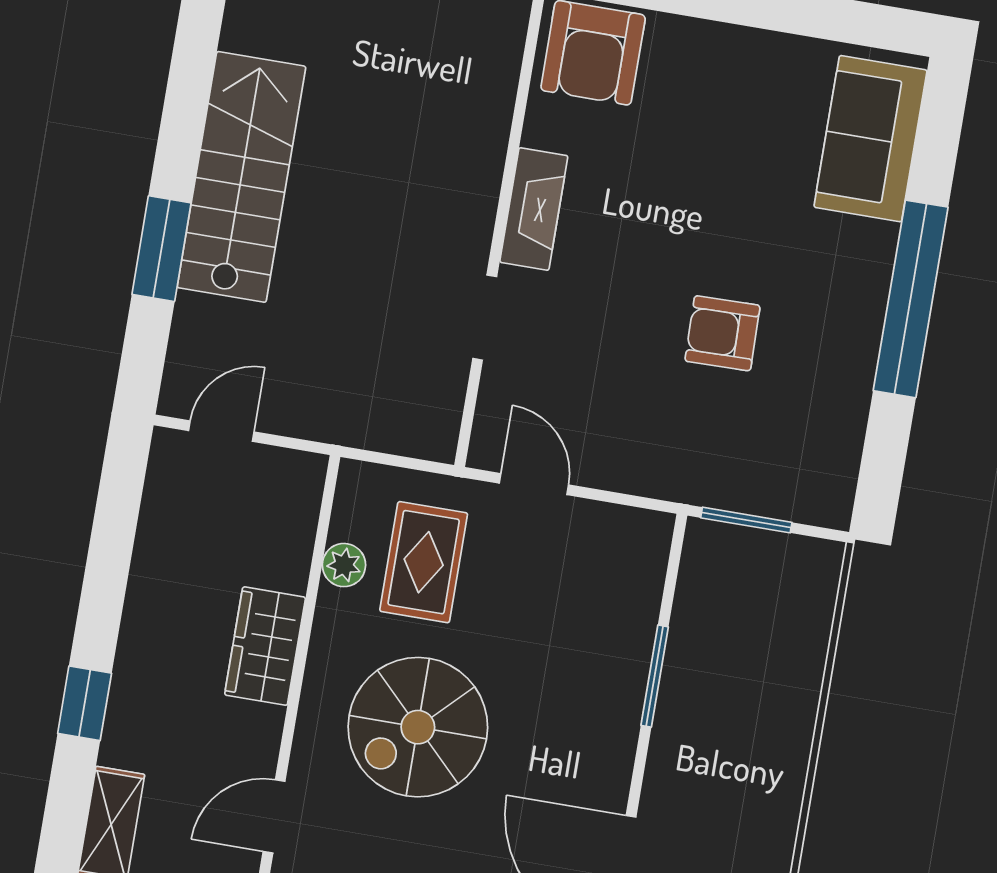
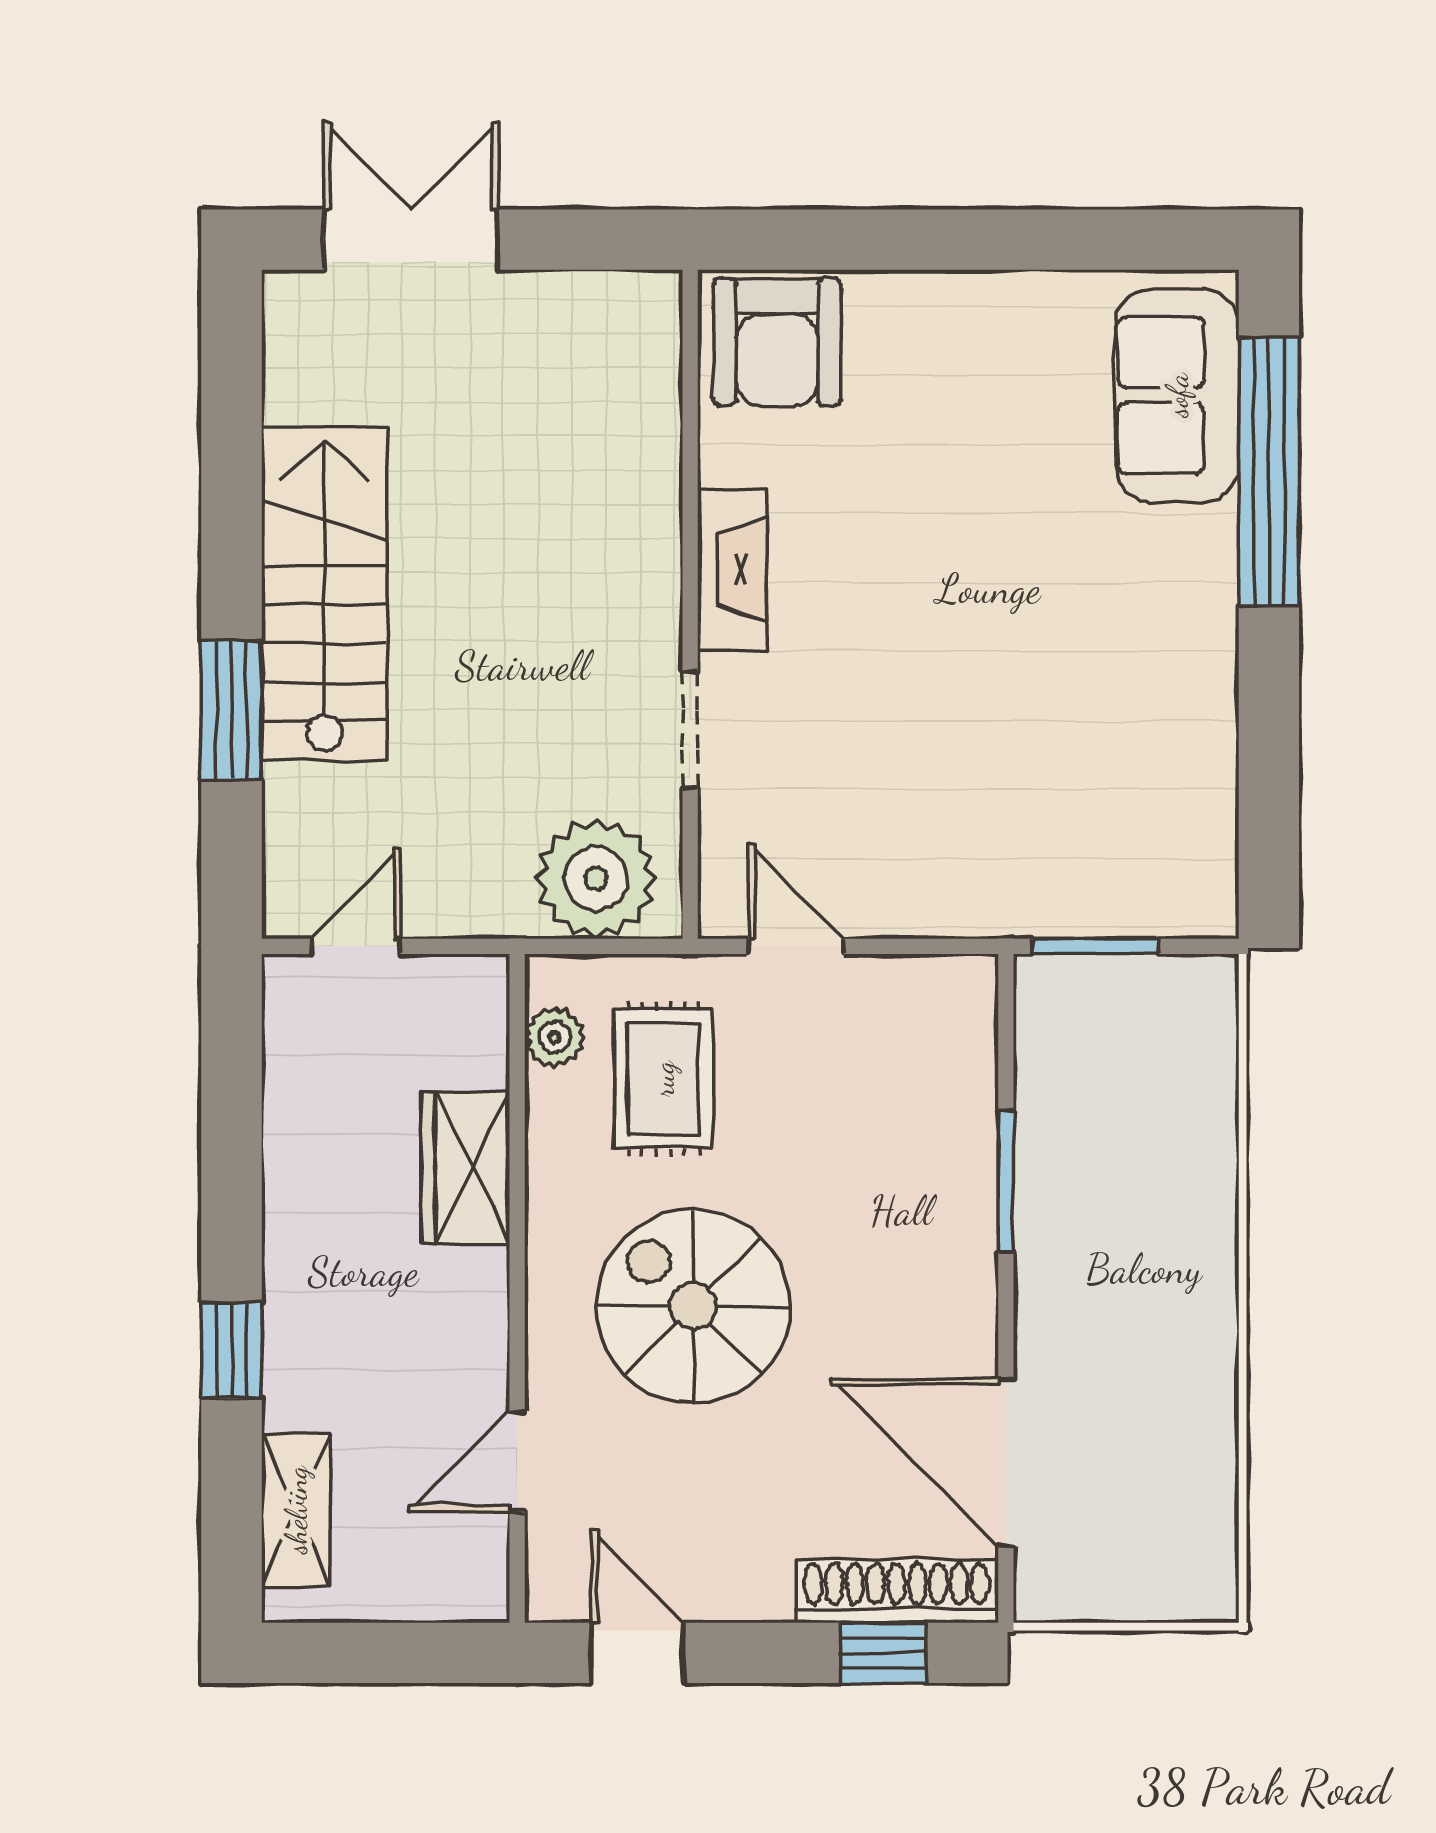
window: (911, 299) -> (1269, 471), moved
armchair: (722, 333) -> (1019, 696), removed
plant: (400, 412) -> (596, 878), added
plant: (344, 565) -> (555, 1037), moved
wardrobe: (265, 646) -> (465, 1168), moved
spiral stairs: (418, 727) -> (693, 1306), turned 90

